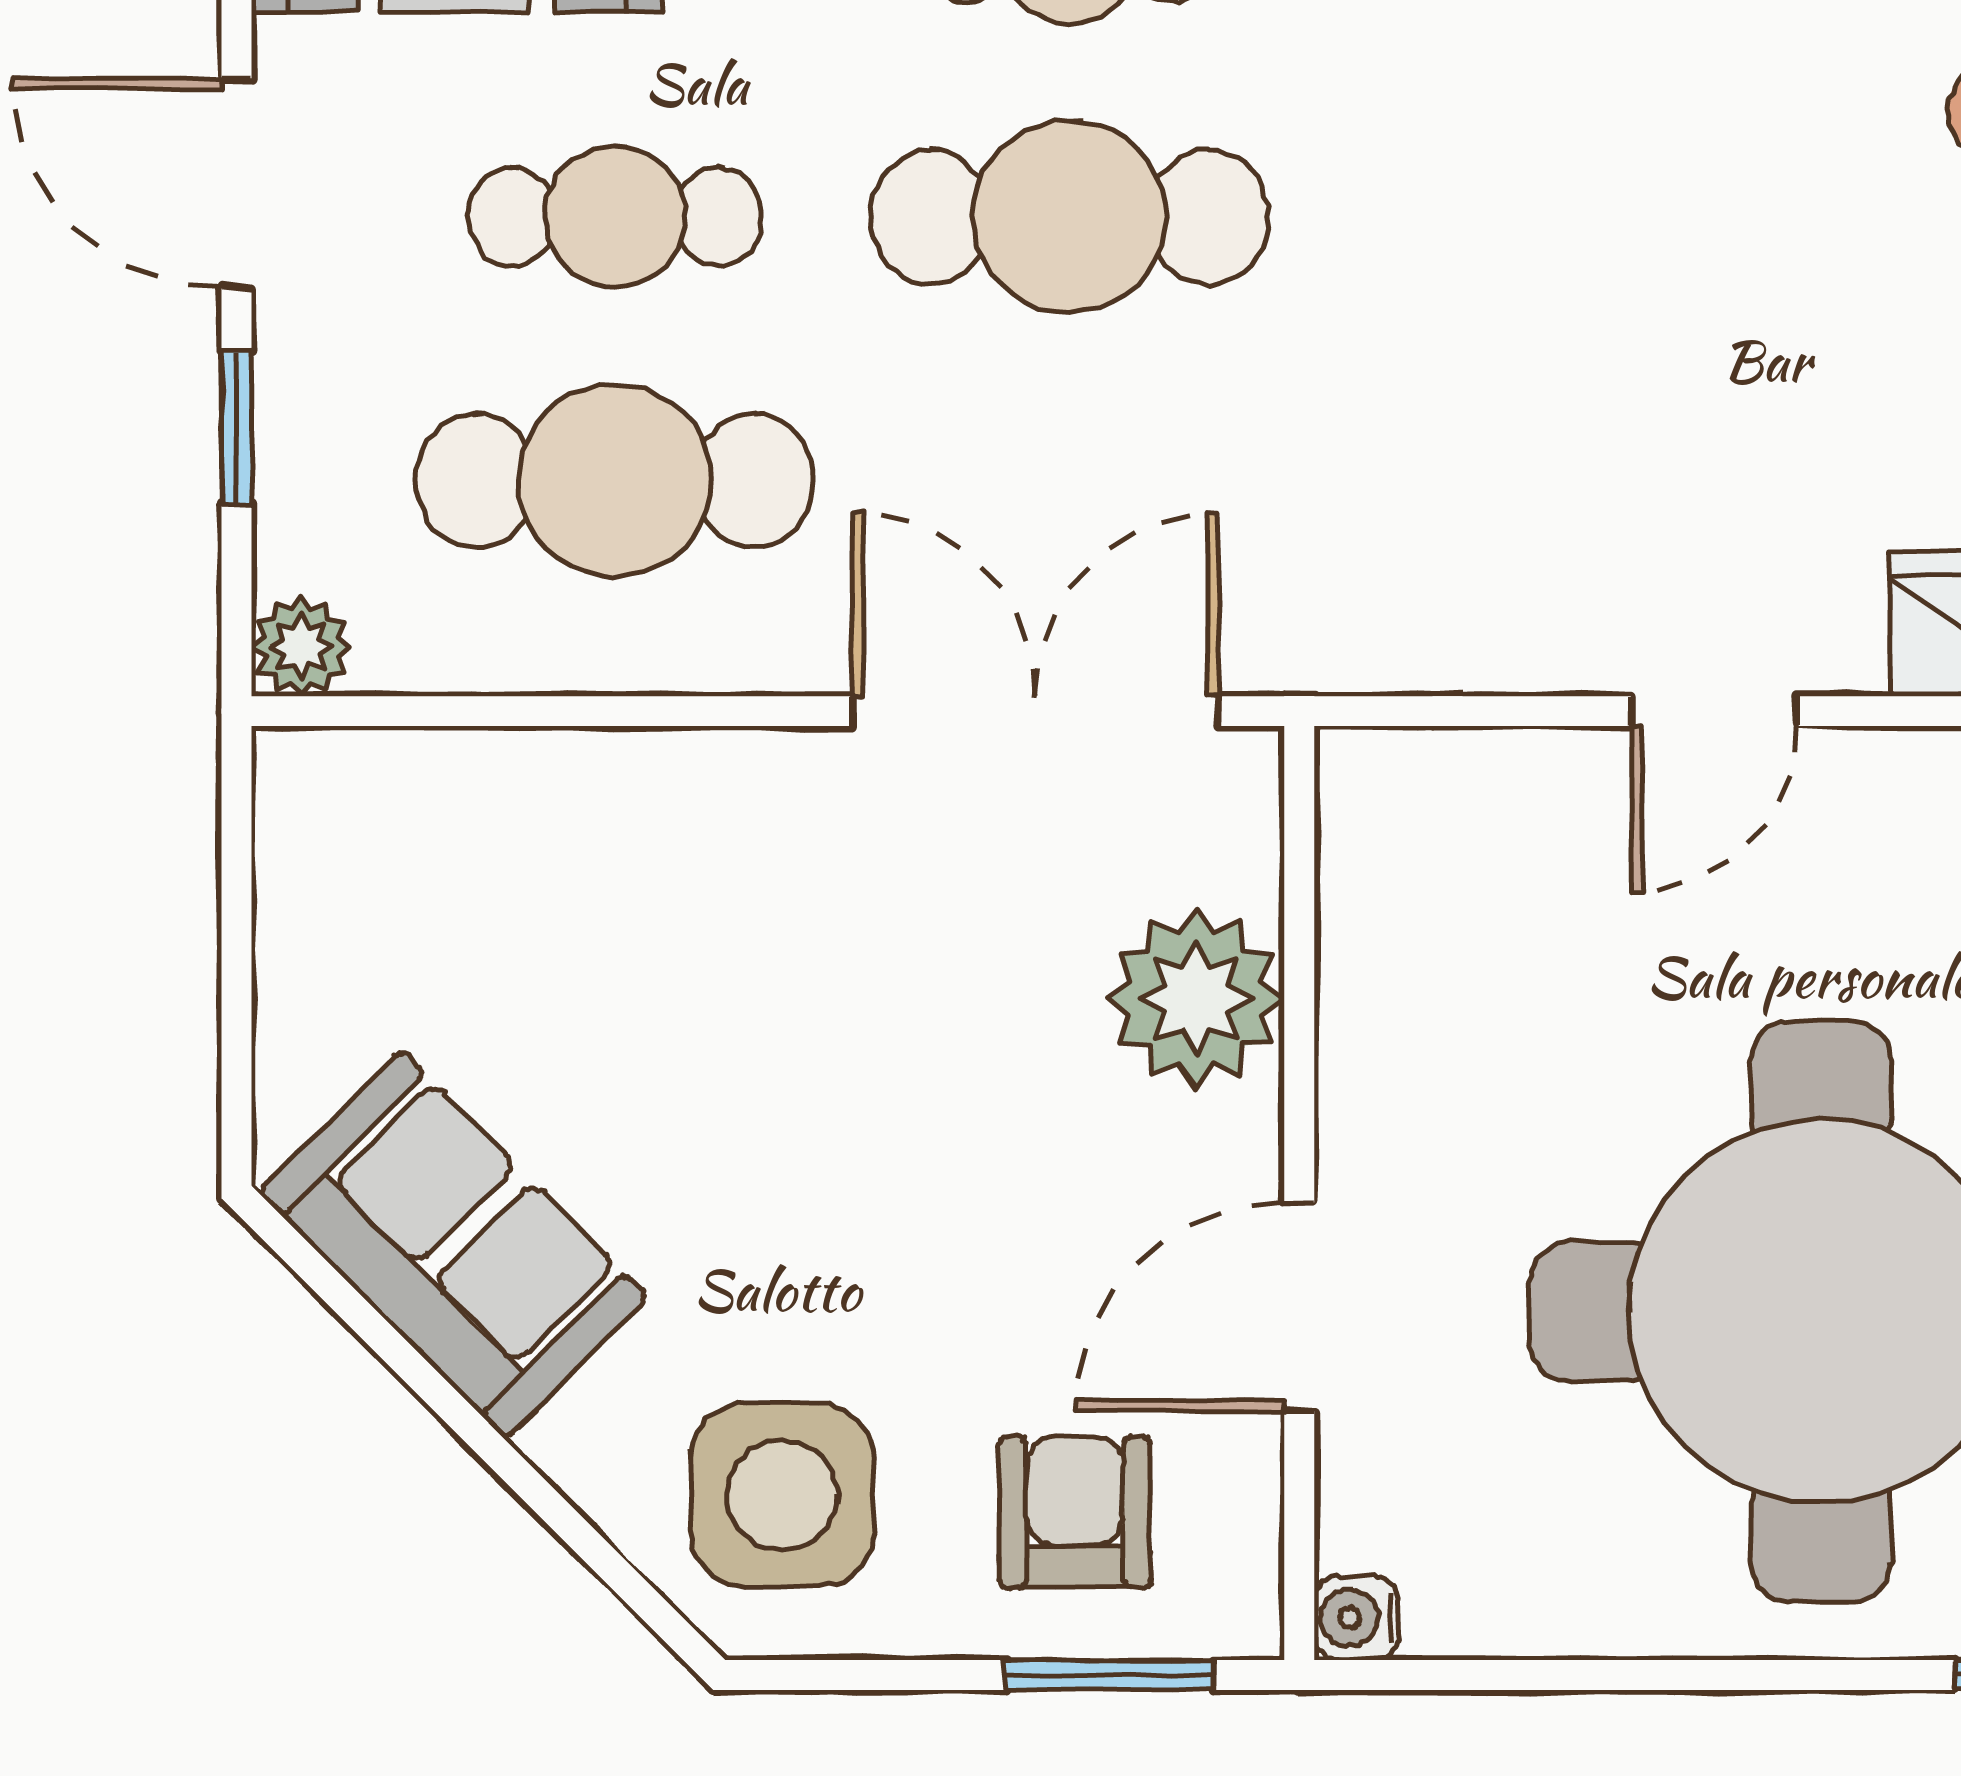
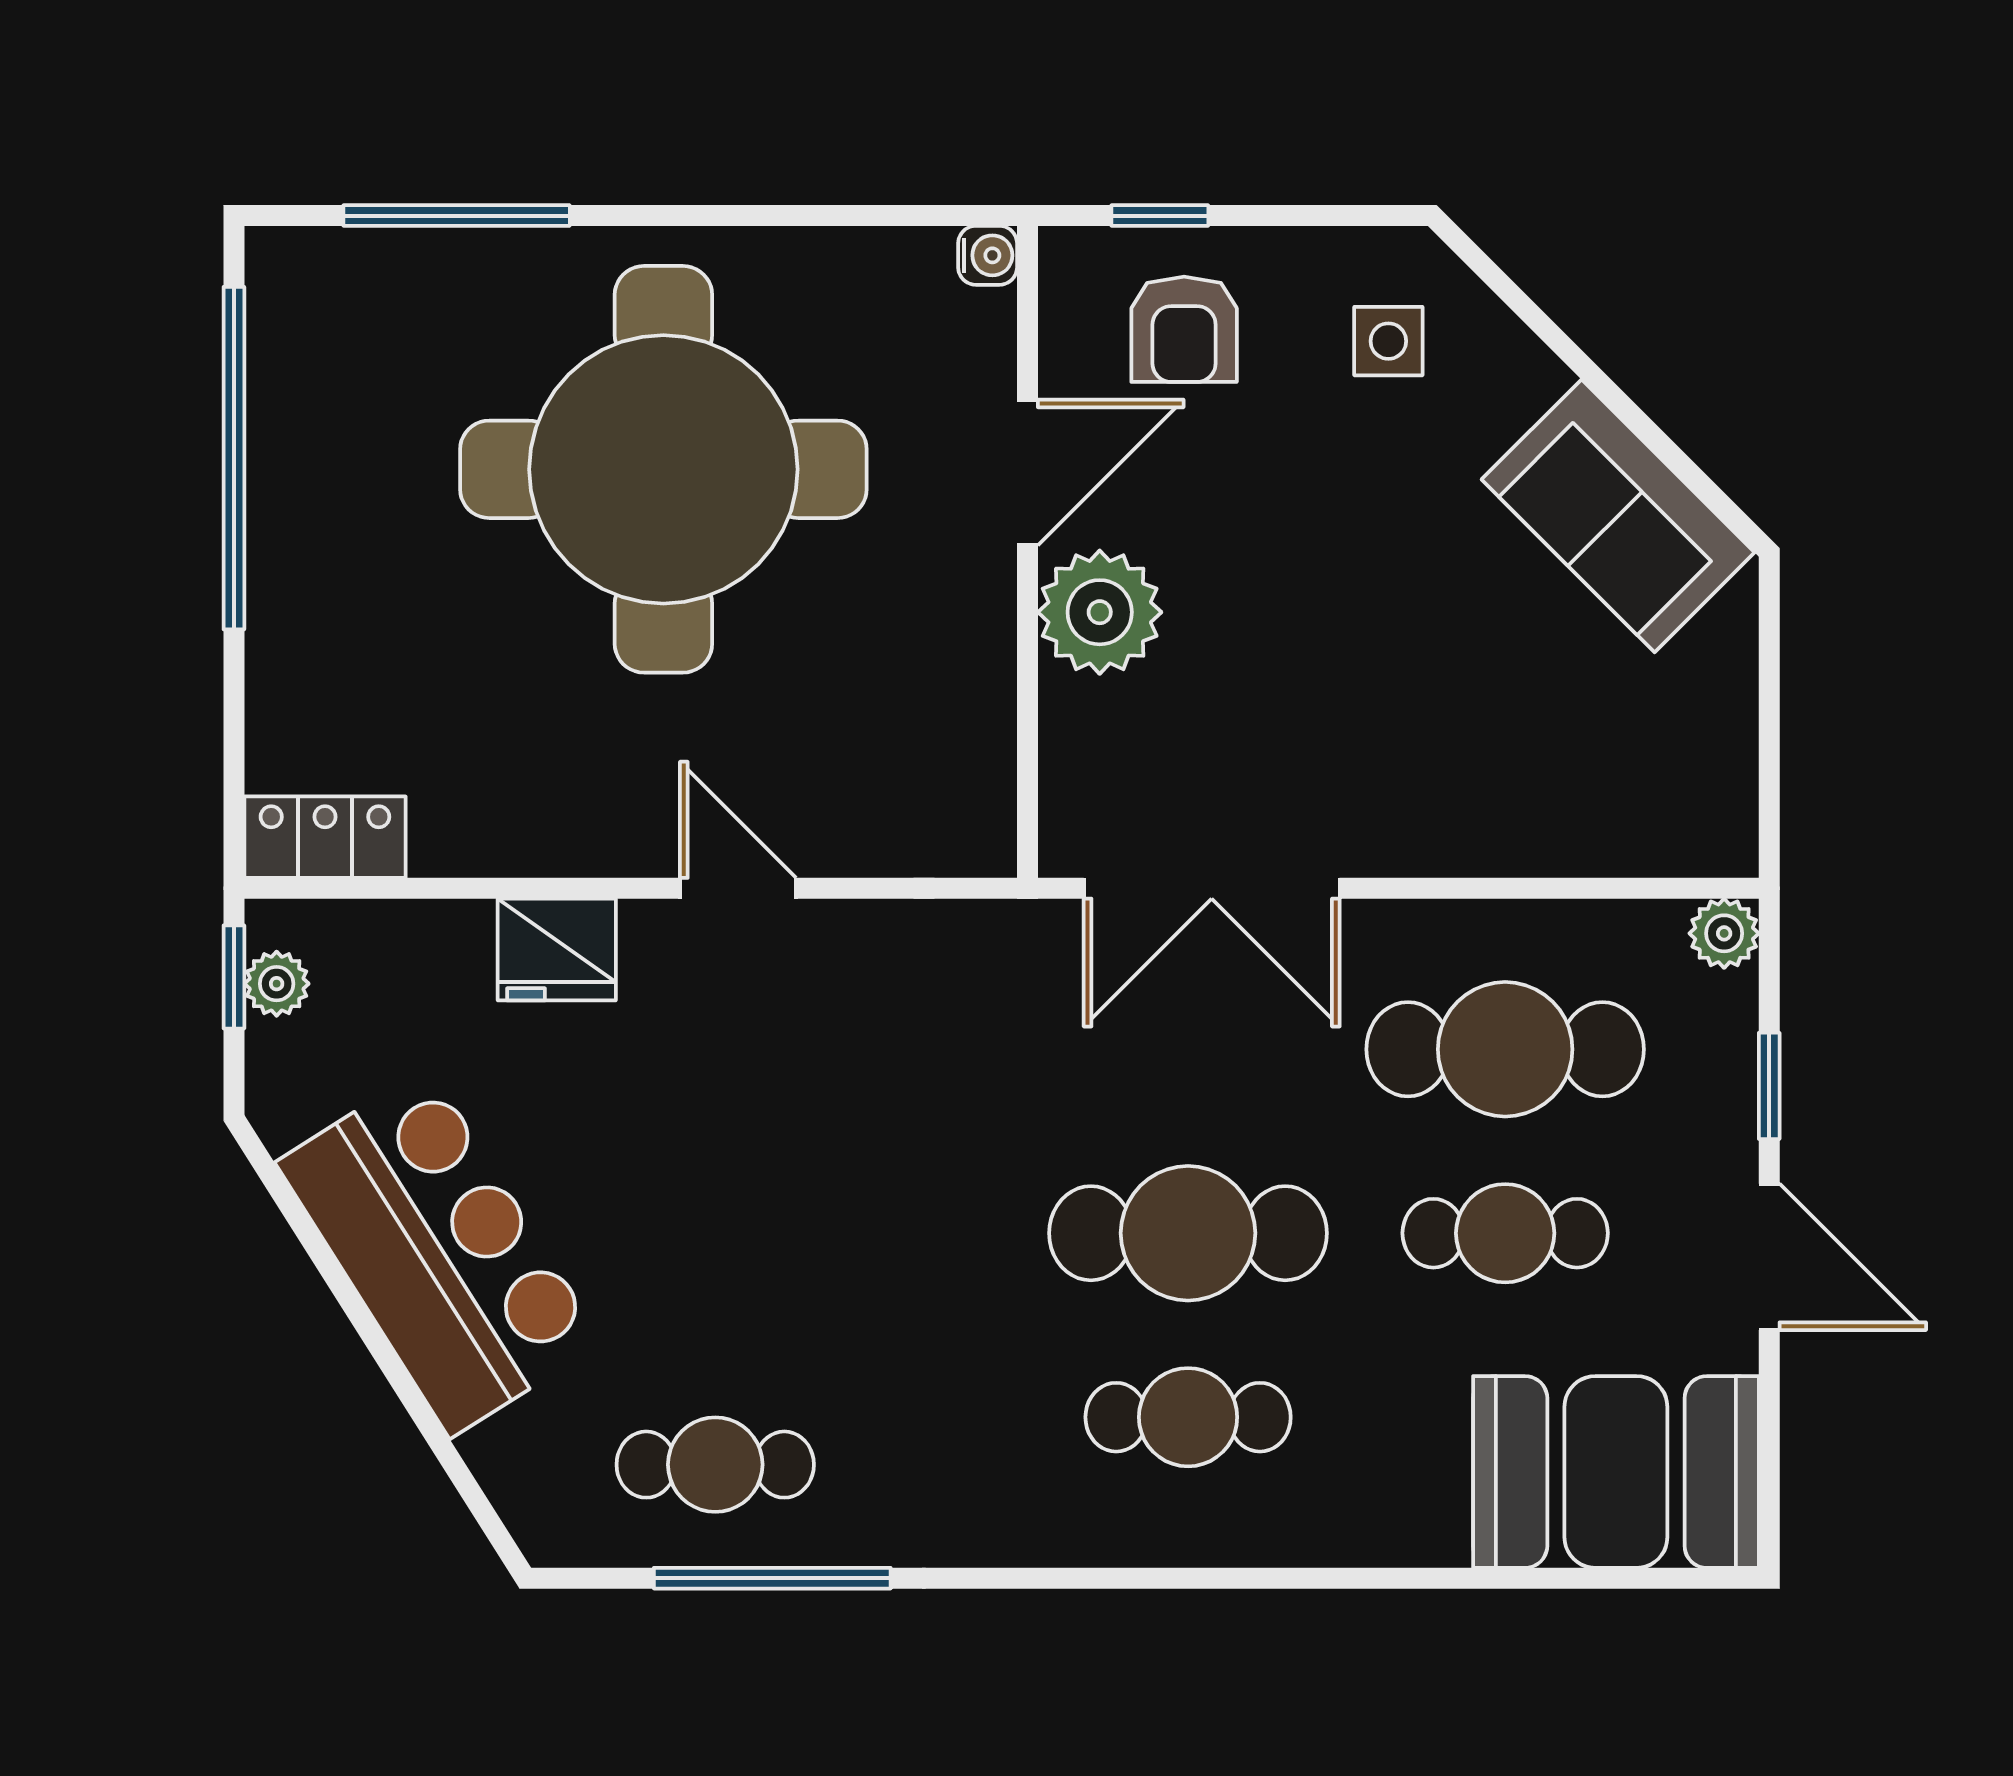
door: (1714, 711) -> (738, 888), hinge flipped
plant: (1196, 998) -> (1100, 612), moved
side table: (782, 1495) -> (1388, 341), width x0.54, depth x0.54
window: (1110, 1675) -> (1160, 216), width x0.67

